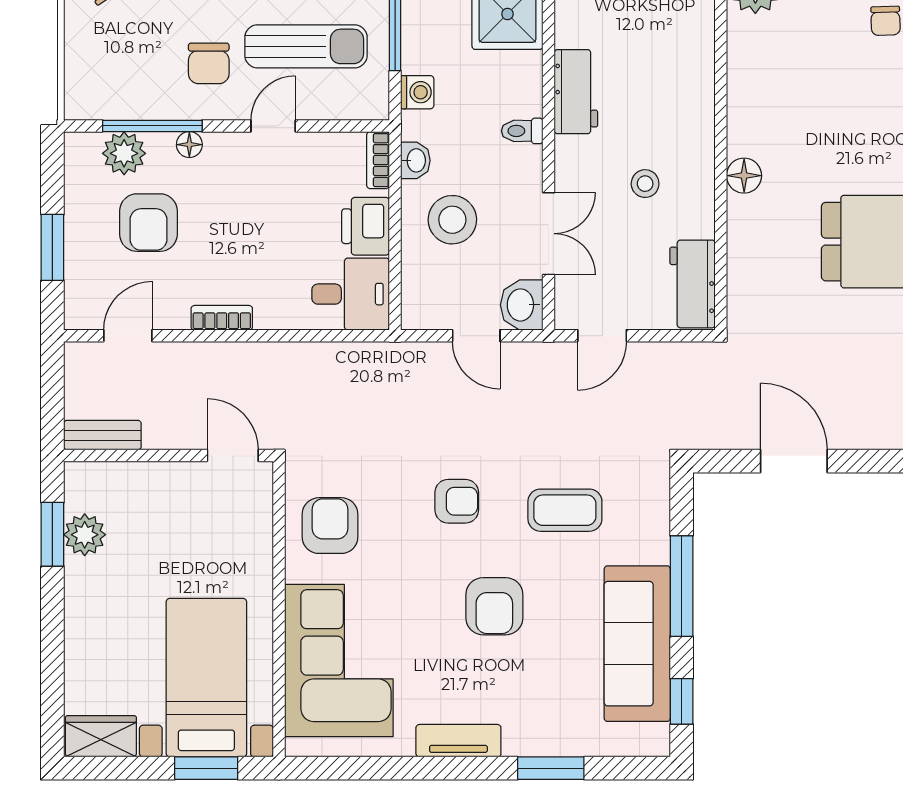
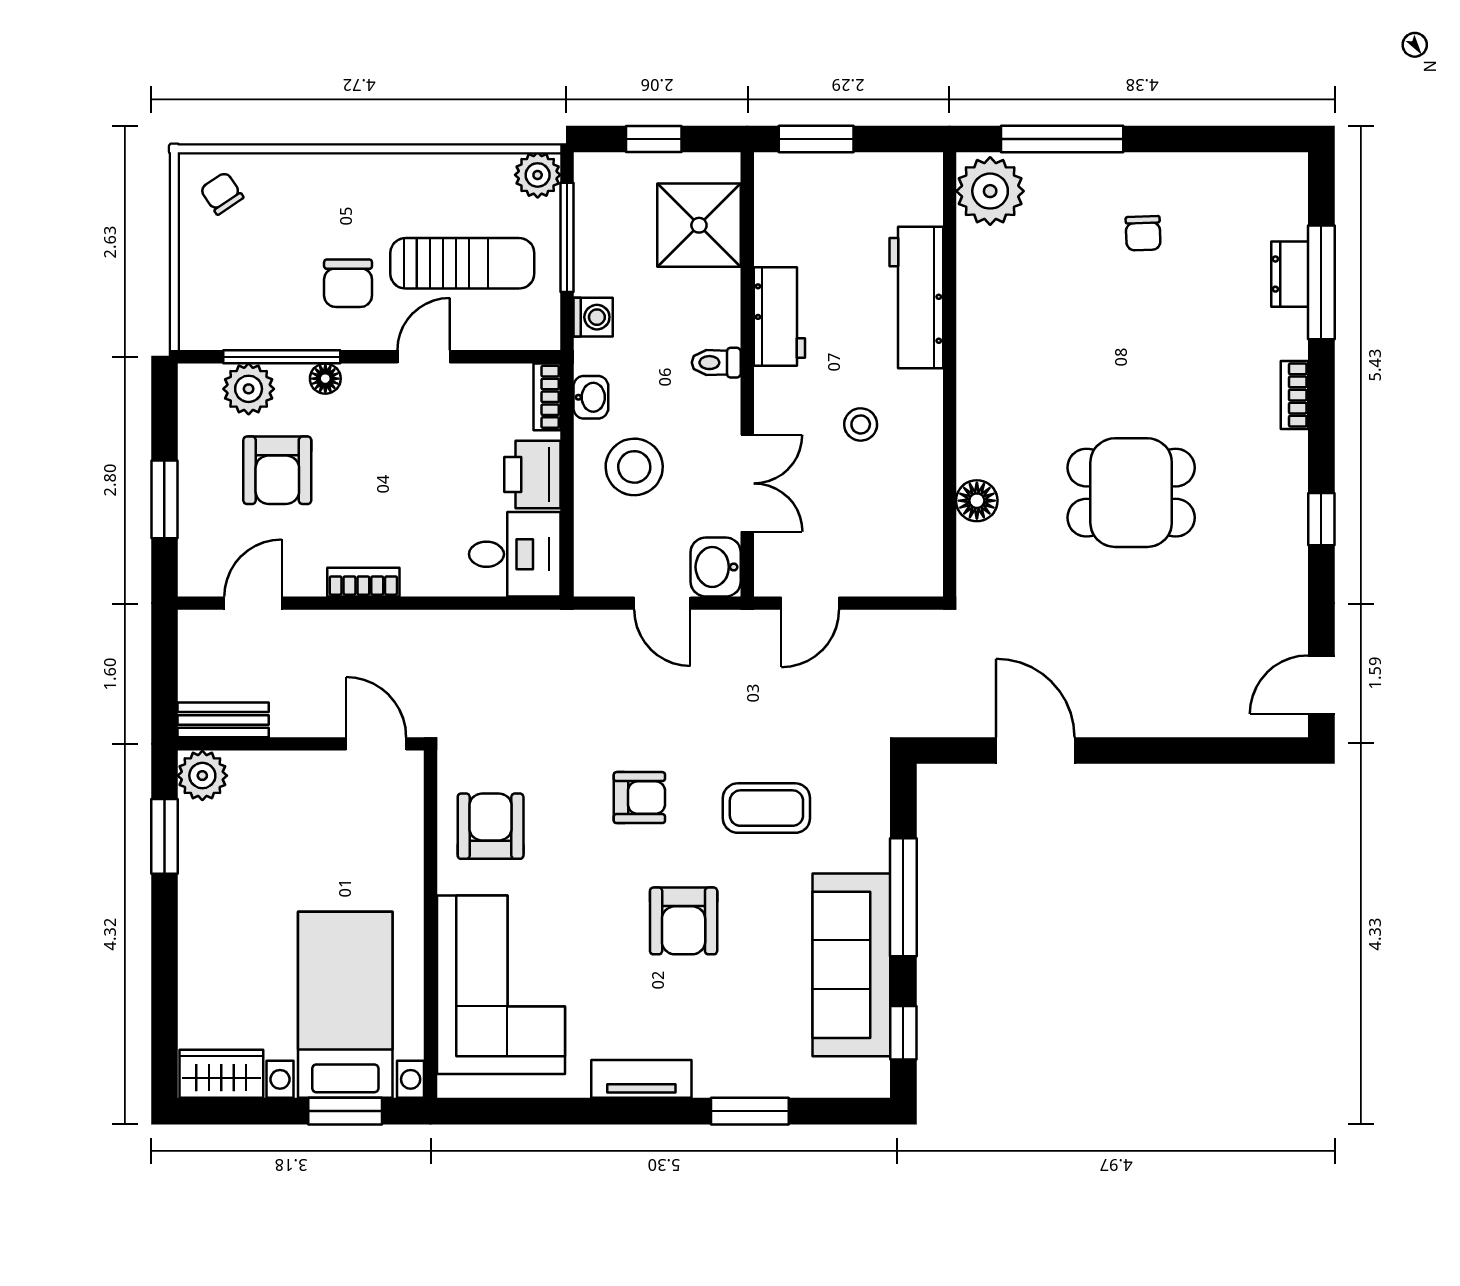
floor lamp: (744, 176) -> (977, 501), moved
workbench: (693, 284) -> (916, 298), moved, width x1.38
plant: (85, 535) -> (202, 776), moved

